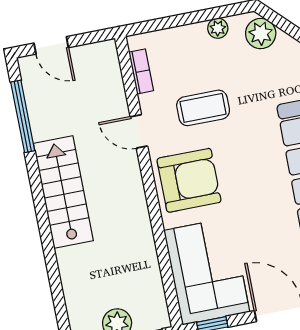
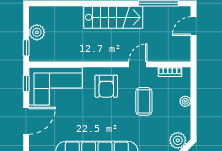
plant: (218, 28) -> (185, 101), moved
armchair: (189, 180) -> (106, 86), width x0.73, depth x0.73

